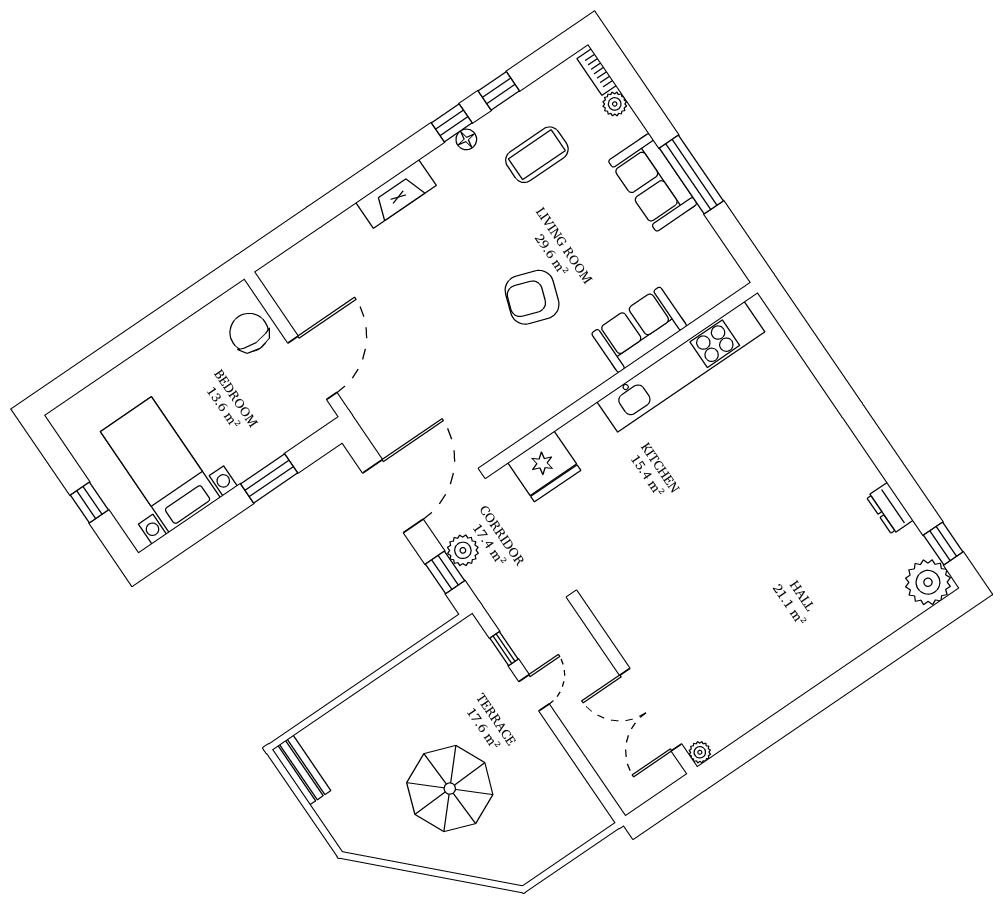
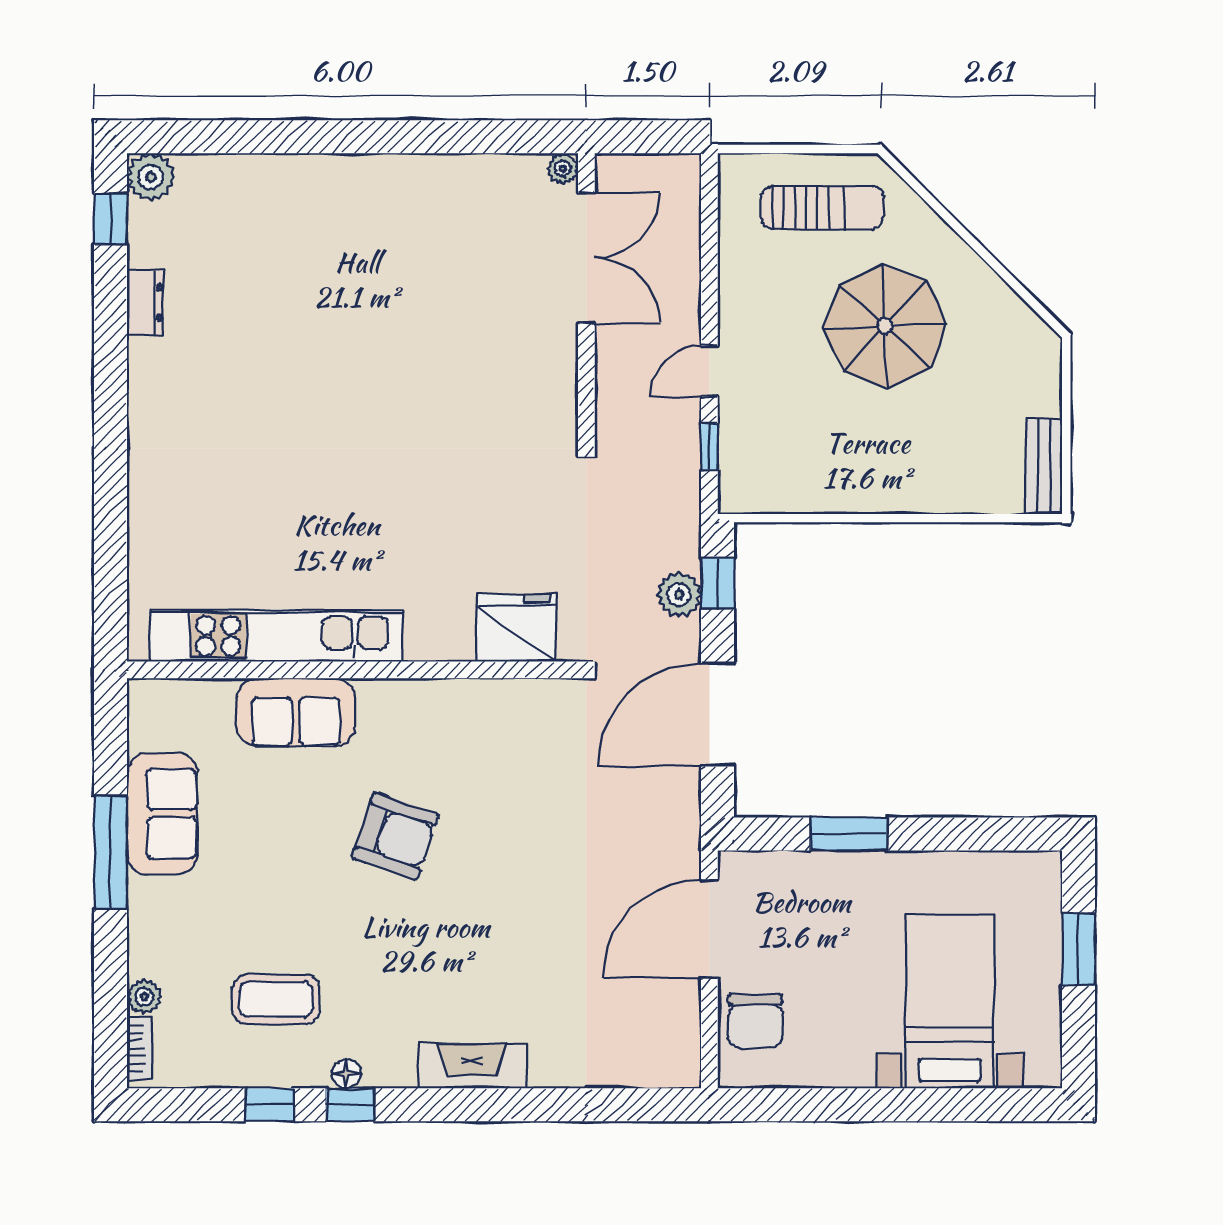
sofa: (653, 182) -> (162, 814), moved
bed with nightstands: (160, 465) -> (950, 1002), moved, turned 180
window: (89, 502) -> (1079, 950), width x1.50
plant: (928, 582) -> (151, 177), width x0.73, depth x0.73
sun lounger: (533, 833) -> (823, 208), added

